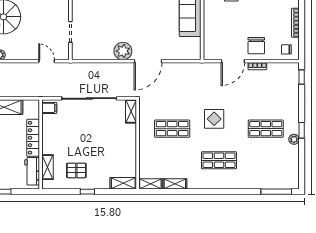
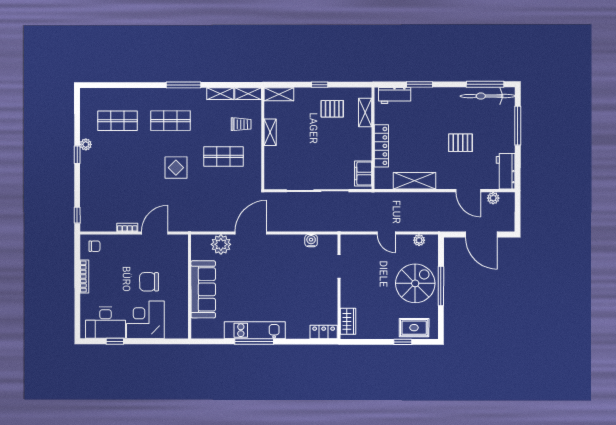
chair: (256, 46) -> (149, 282), moved, turned -90
plant: (123, 51) -> (221, 244), moved
water cooler: (95, 54) -> (311, 241), added
door: (47, 61) -> (386, 233), moved
filing cabinet: (49, 108) -> (363, 174), width x2.00
shelving: (131, 111) -> (270, 132), moved
shop shelf: (266, 129) -> (118, 121), moved
trolley: (157, 157) -> (241, 124), added
workbench: (32, 171) -> (395, 96), moved, turned 90
window: (276, 192) -> (183, 85), moved

